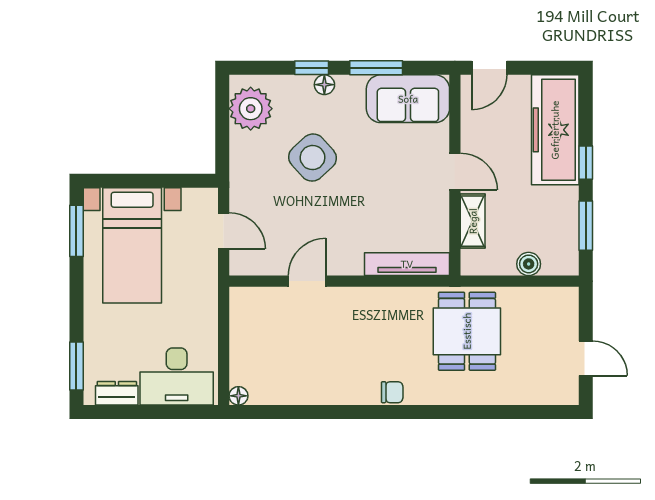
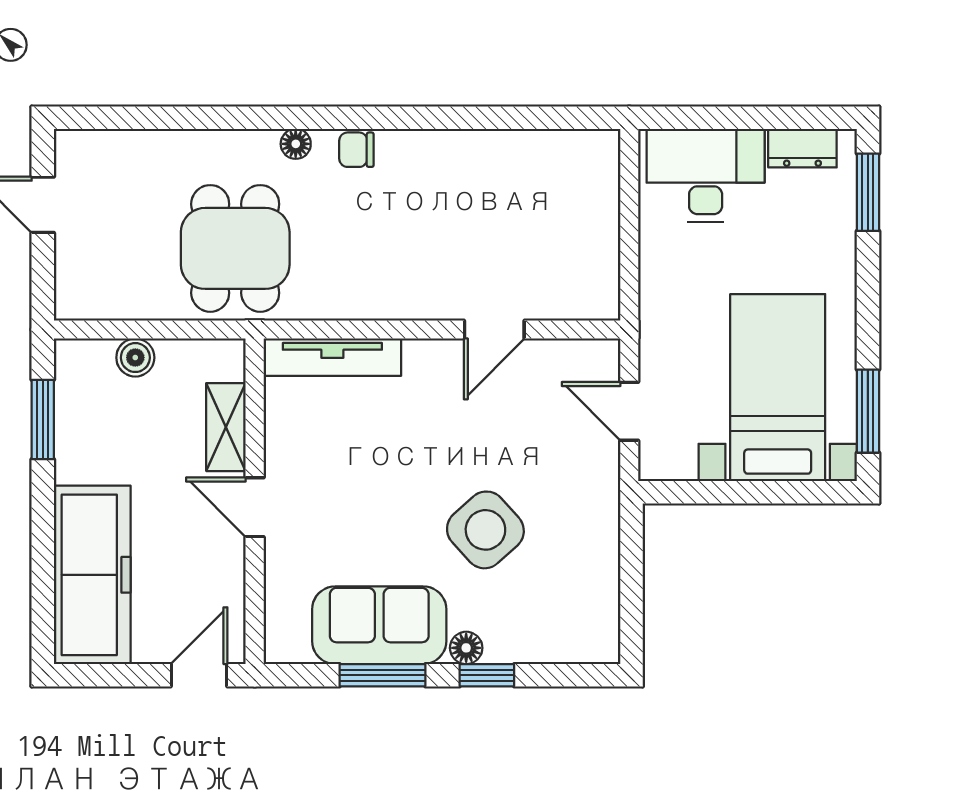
sofa: (408, 99) -> (379, 625), moved
plant: (251, 109) -> (586, 609), removed
window: (586, 163) -> (43, 522), removed
floor lamp: (238, 396) -> (296, 144), moved

